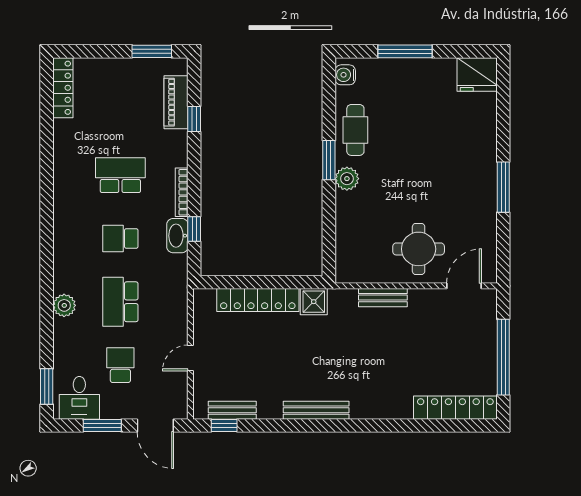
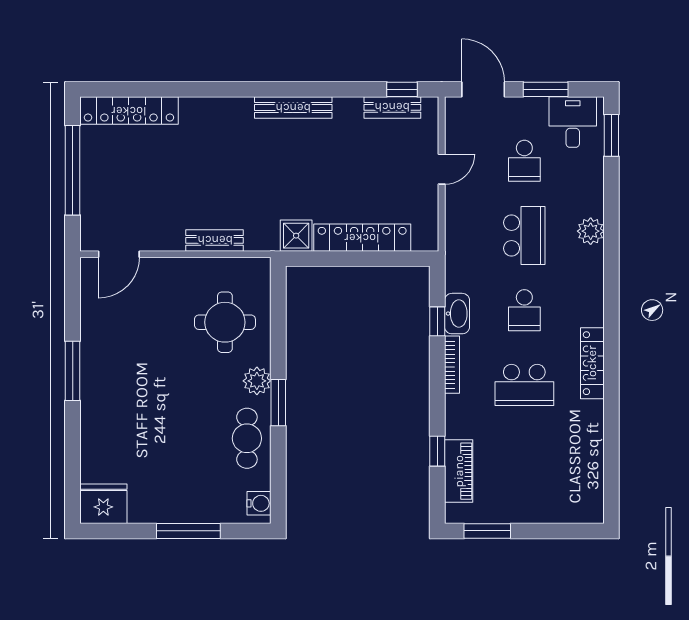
locker: (63, 88) -> (592, 363), moved
school desk: (120, 238) -> (524, 310), turned 90
round table: (419, 249) -> (225, 322), moved

